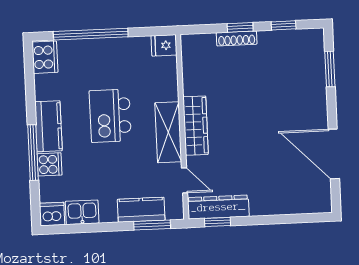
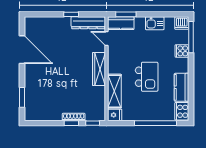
window: (284, 25) -> (93, 123), moved
kitchen counter: (48, 126) -> (182, 87), moved
shelving: (168, 132) -> (114, 91), moved
window: (33, 153) -> (191, 37), moved
kitchen counter: (141, 210) -> (121, 23), moved
kitchen sink: (82, 212) -> (155, 23), moved
window: (217, 222) -> (71, 14), moved

